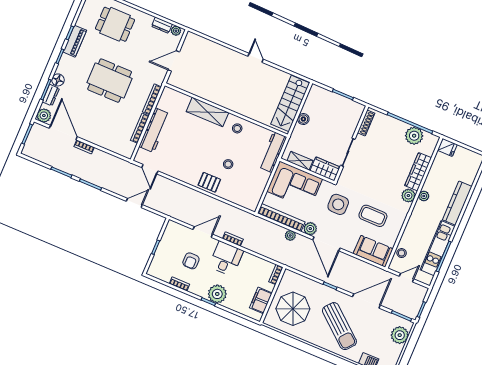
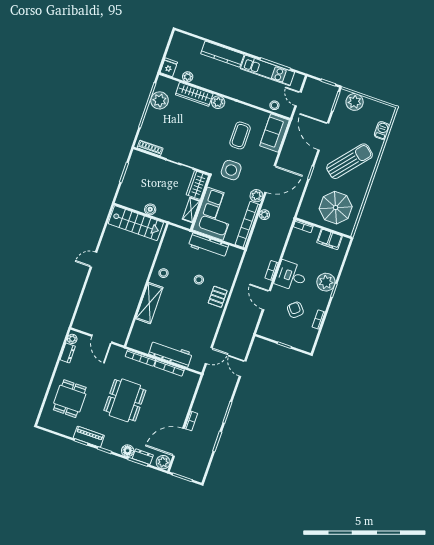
workbench: (273, 152) -> (208, 246), moved
plant: (424, 196) -> (188, 77), moved
armchair: (191, 261) -> (295, 310), turned -131

